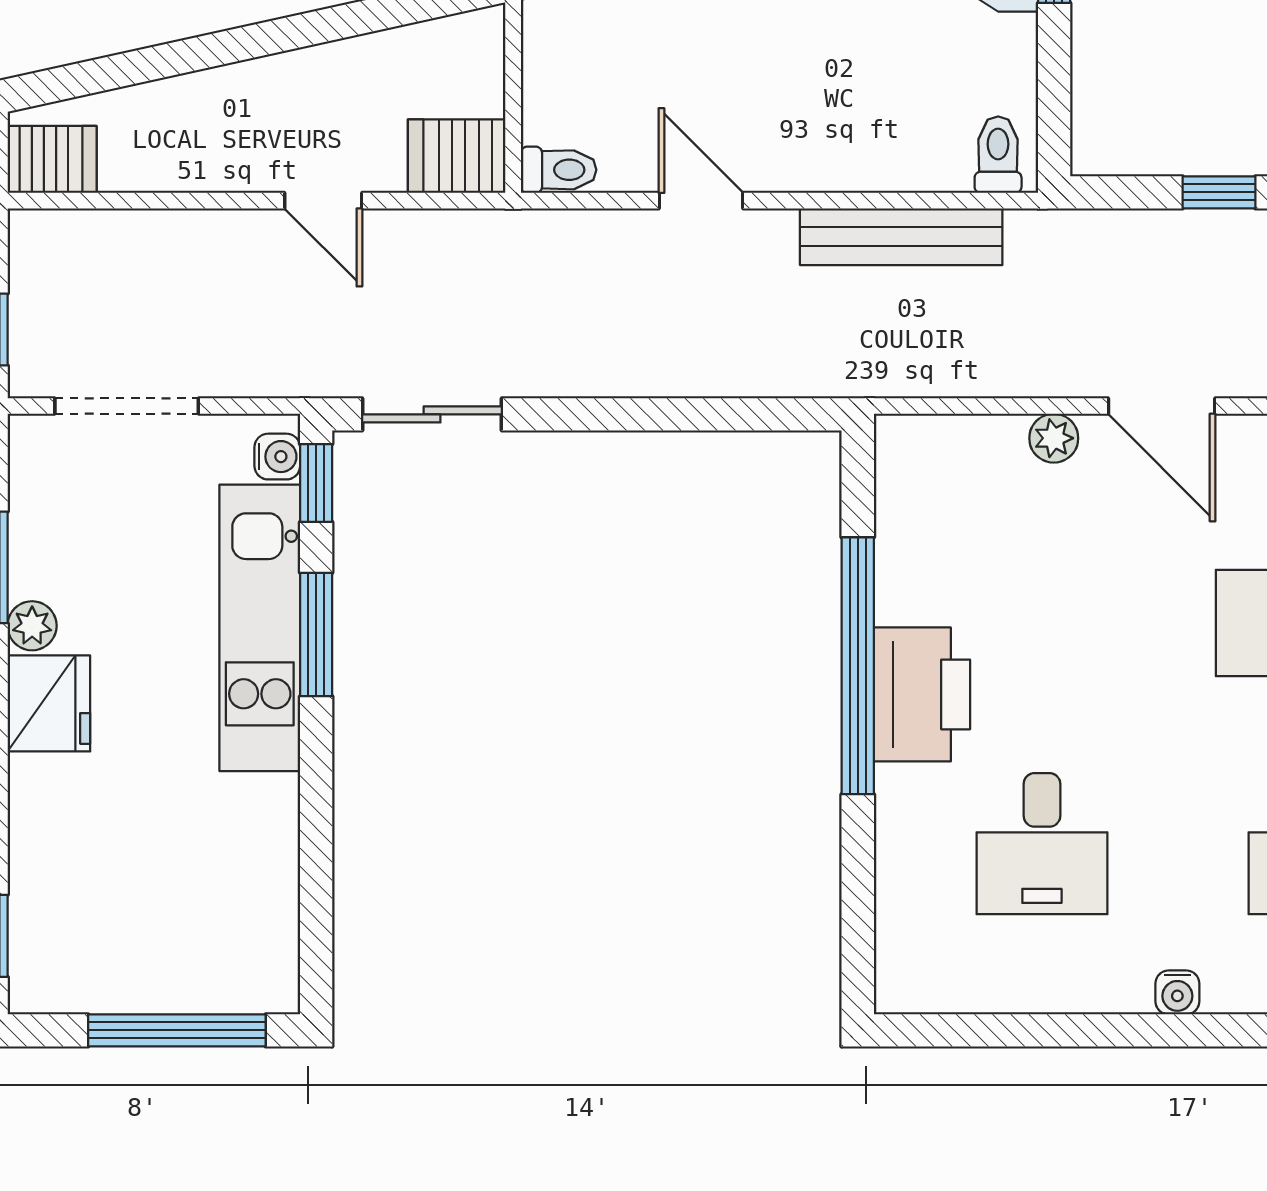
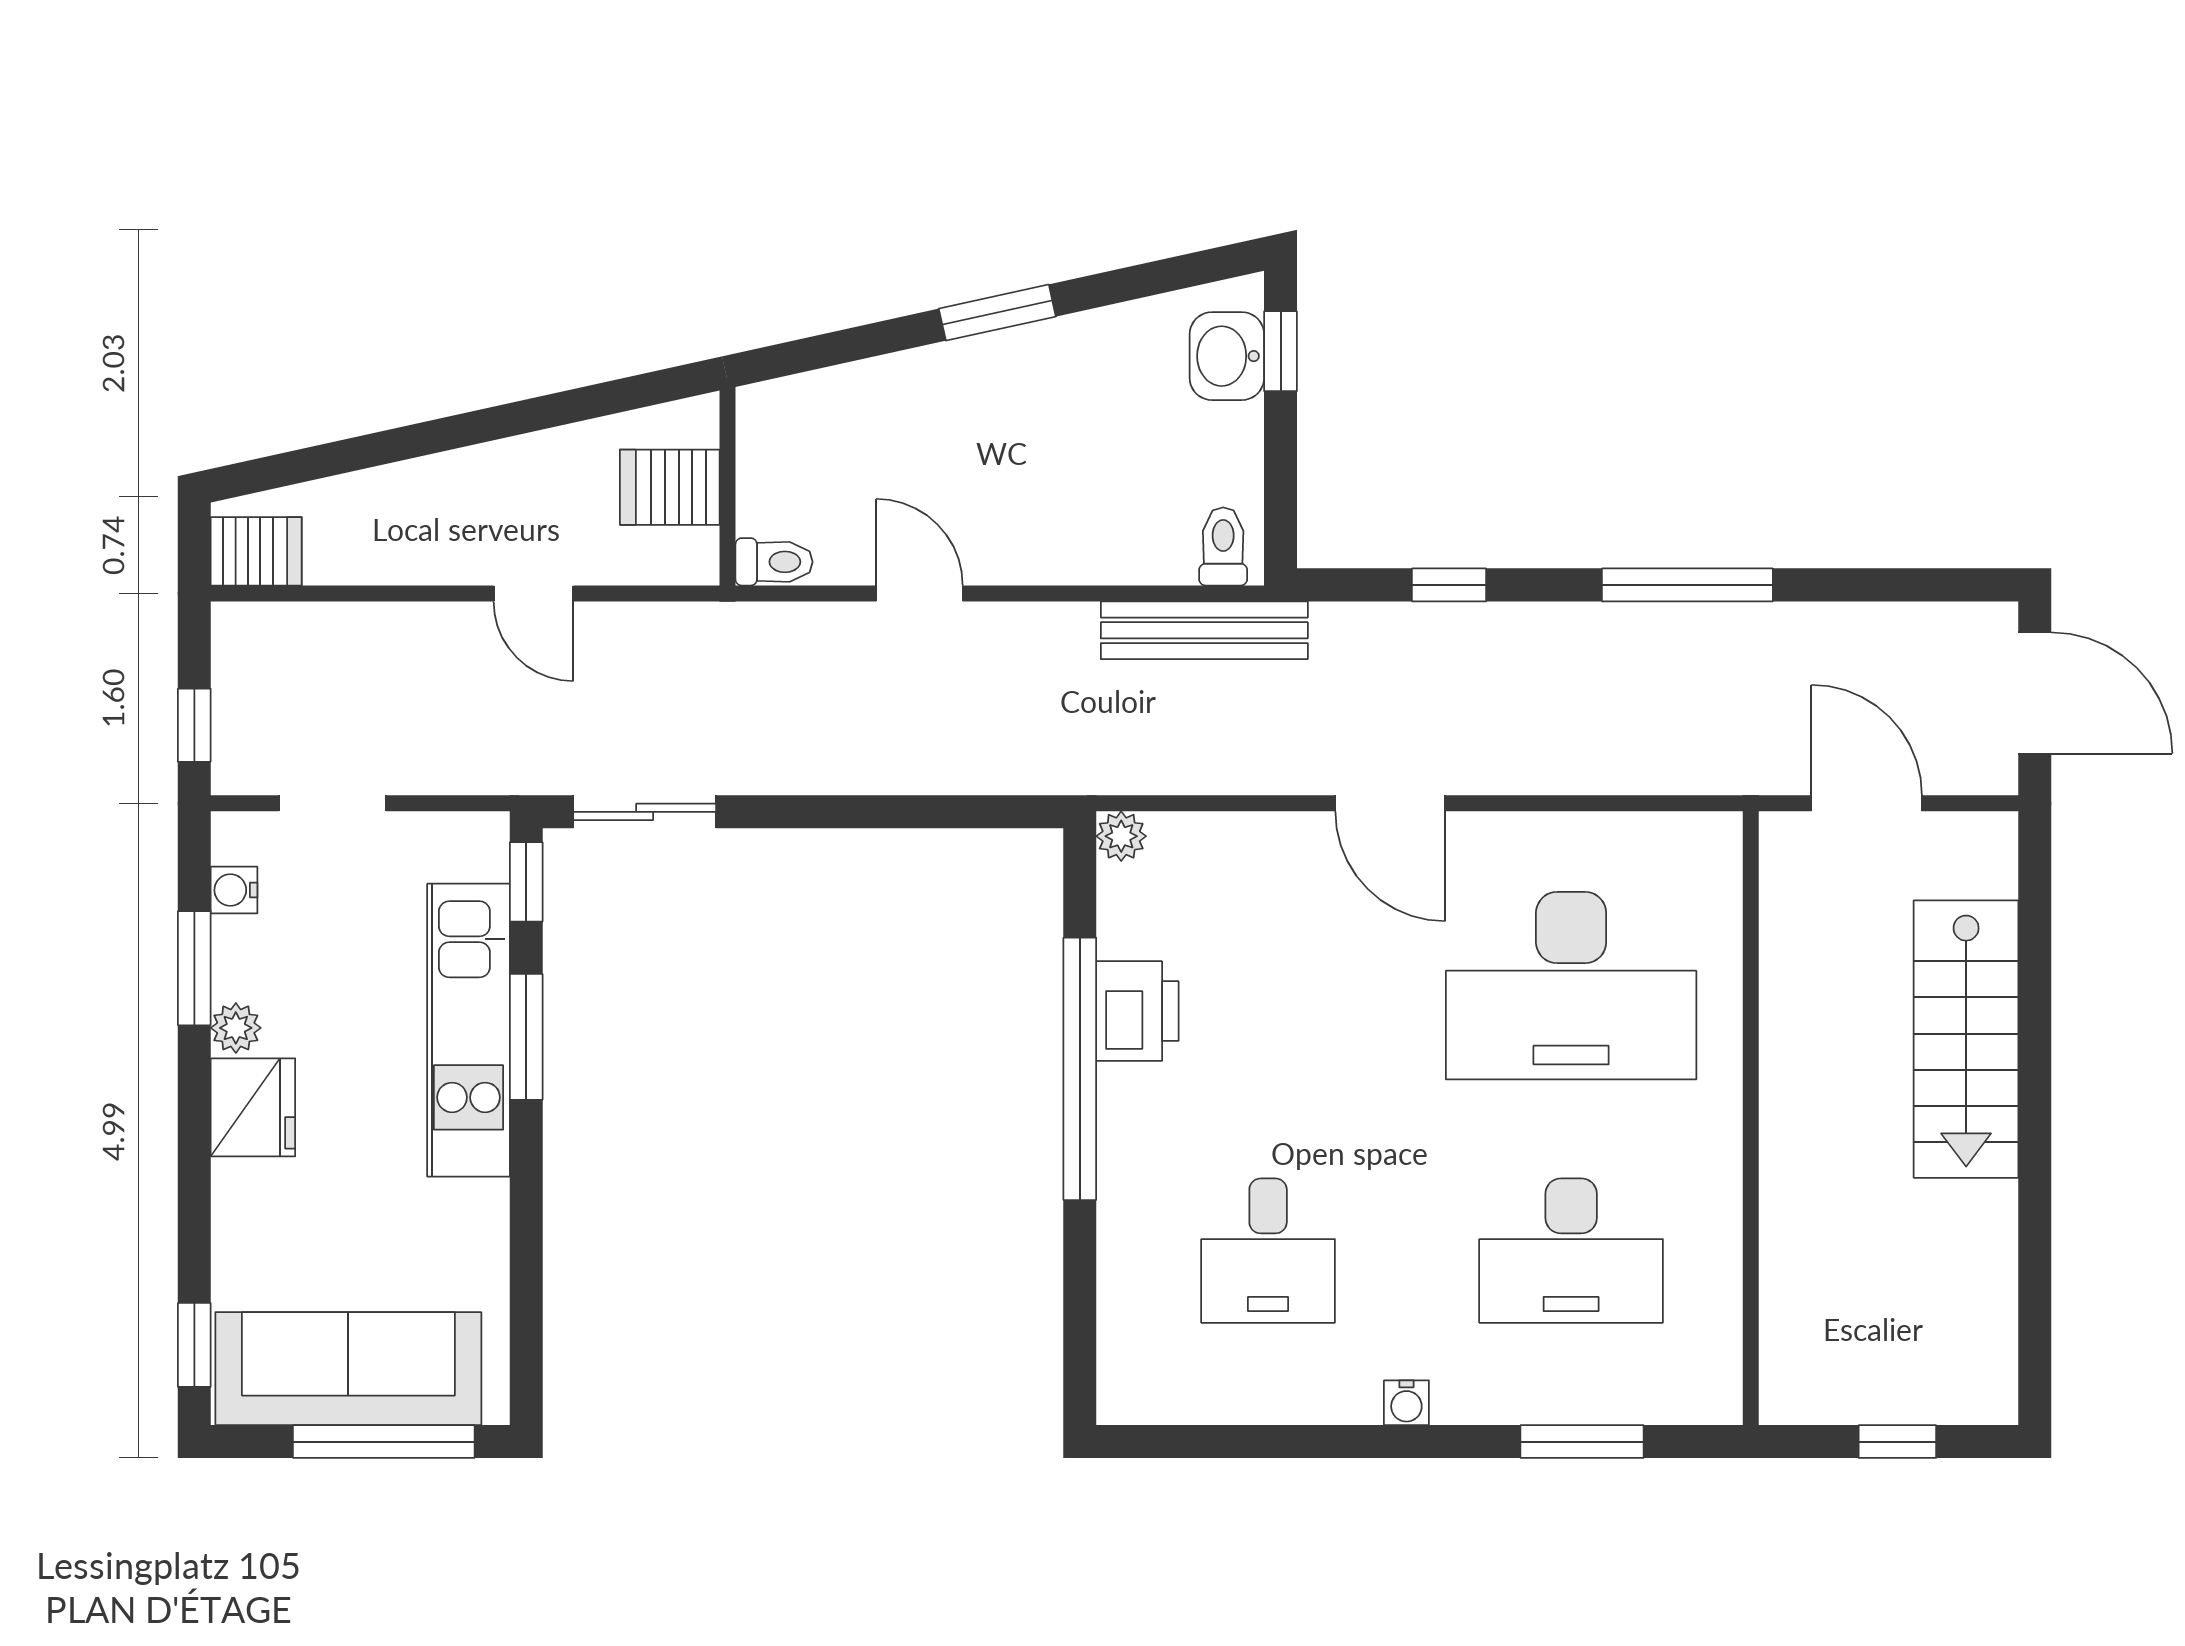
server rack: (457, 156) -> (670, 487), moved
bench: (901, 237) -> (1204, 630), moved
doorway: (127, 406) -> (332, 803), width x0.73
plant: (1054, 438) -> (1121, 836), moved
water cooler: (277, 457) -> (234, 890), moved, turned 180
printer: (922, 694) -> (1137, 1011), moved, width x0.73, depth x0.84
sofa: (142, 959) -> (348, 1369), added

